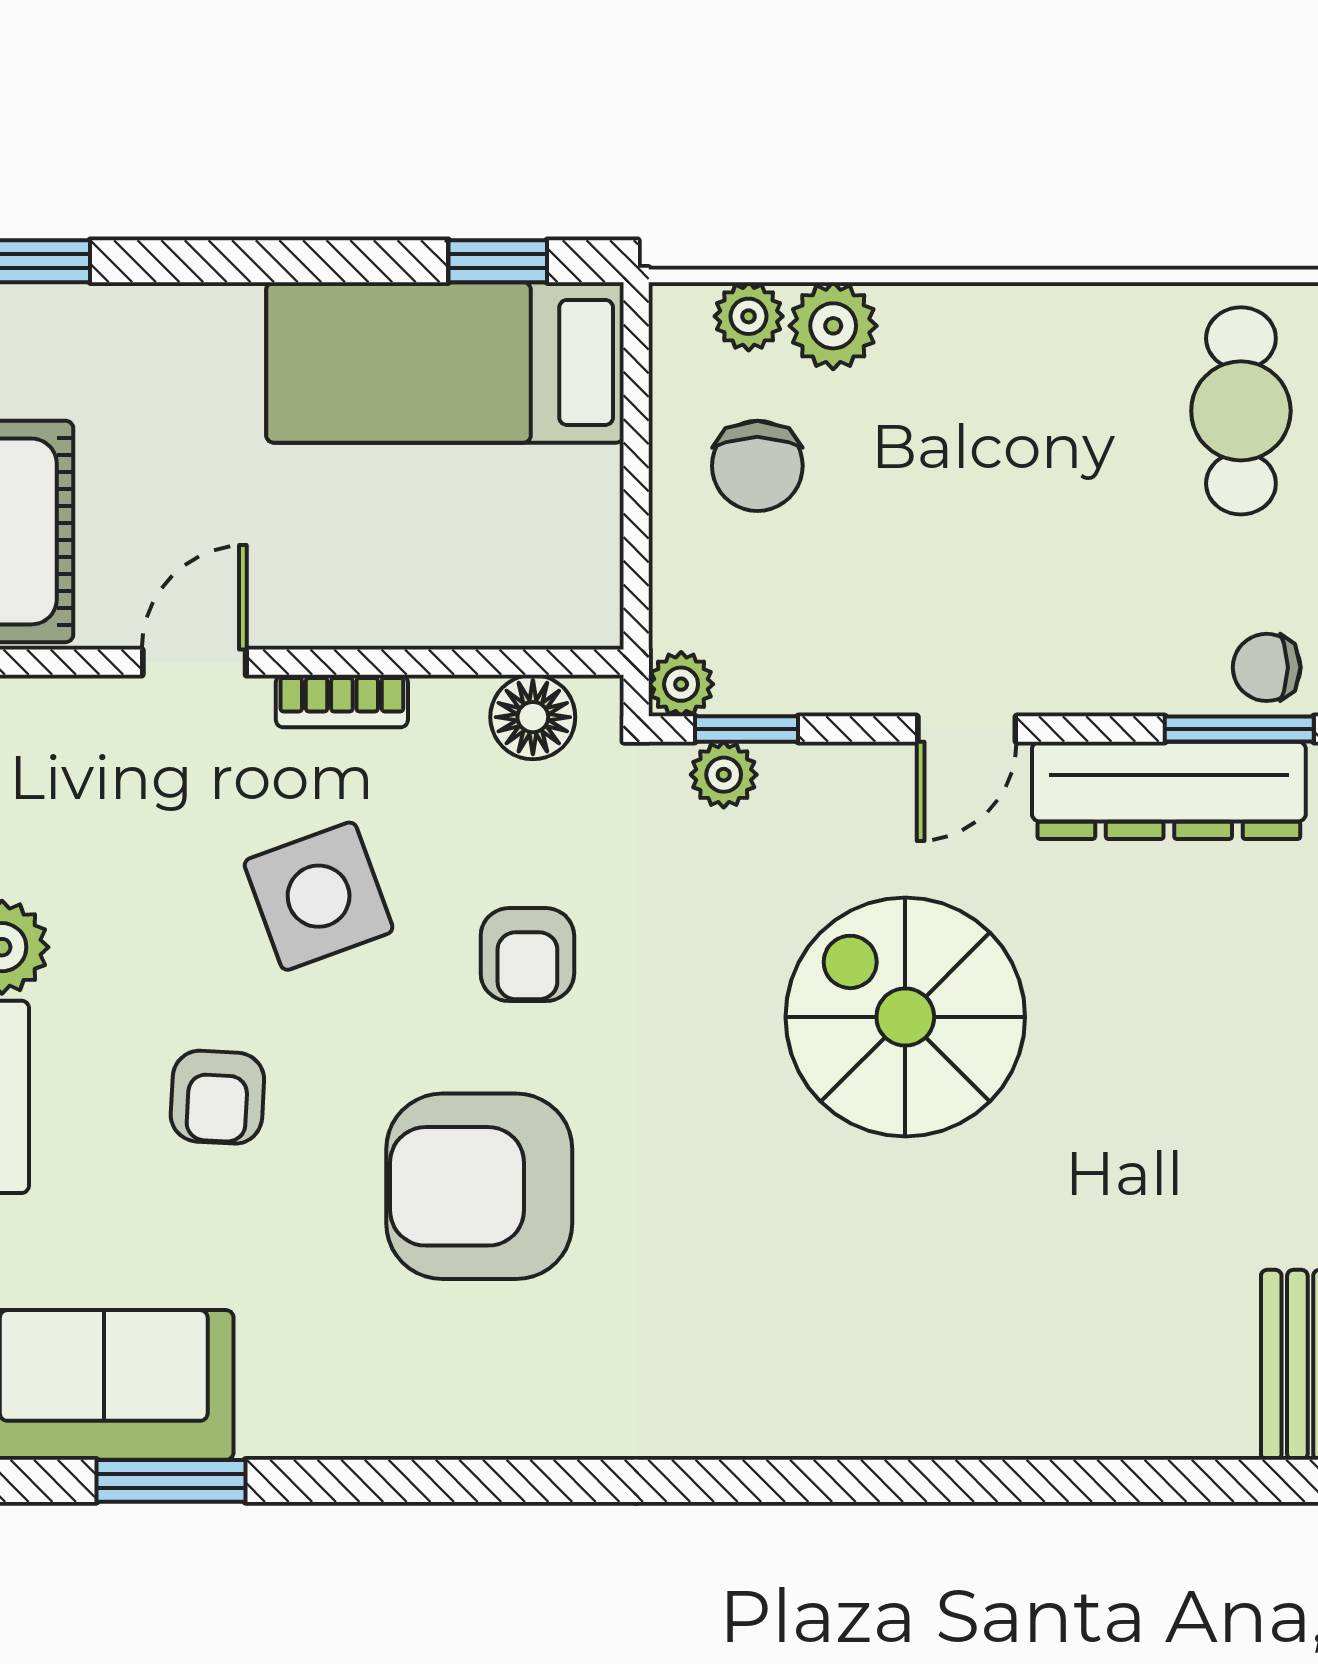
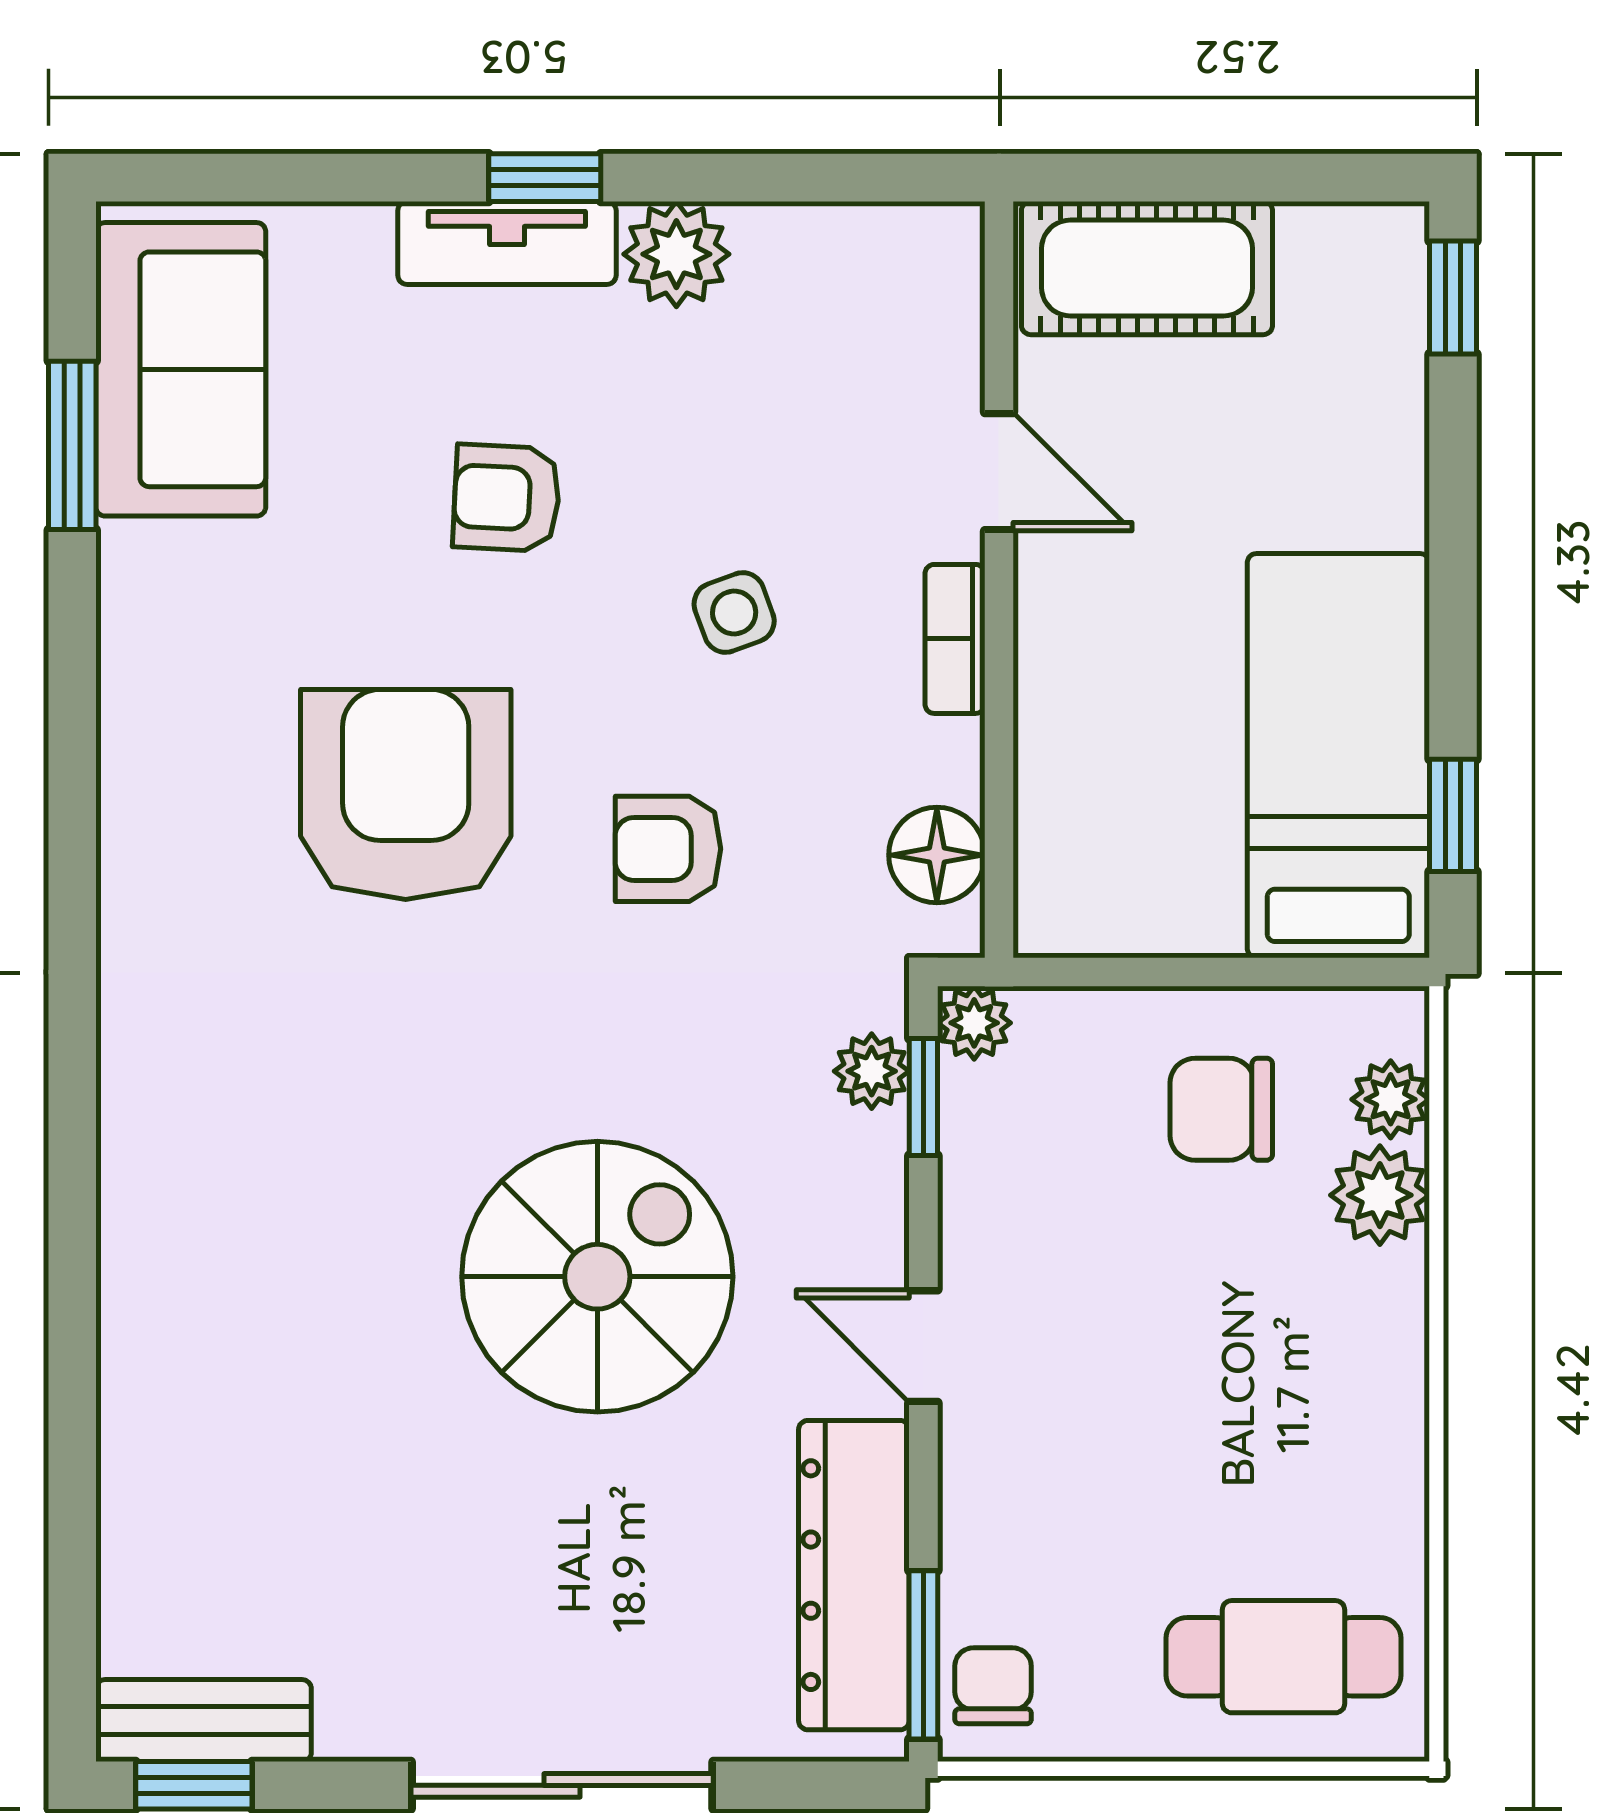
side table: (319, 896) -> (734, 612), width x0.54, depth x0.54

